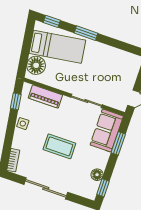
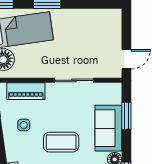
side table: (23, 124) -> (24, 125), moved
sofa: (107, 130) -> (108, 128), moved

